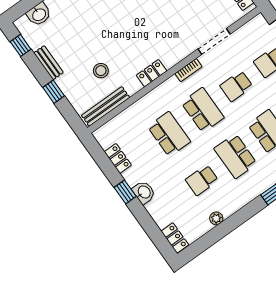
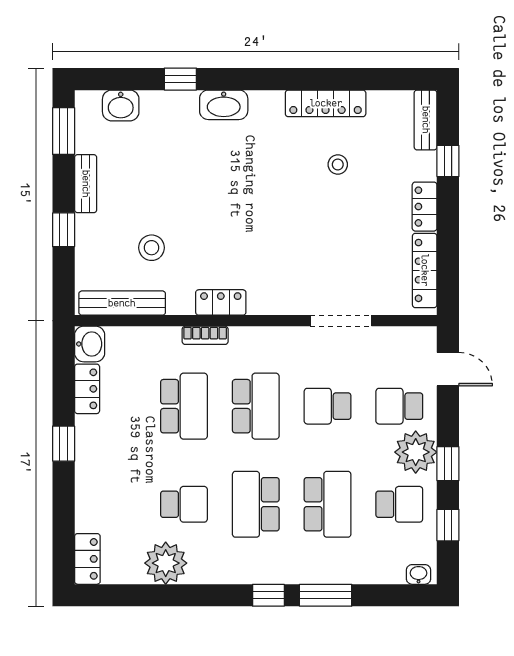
window: (21, 45) -> (64, 131), width x1.50
bookcase: (188, 70) -> (205, 335), moved
school desk: (202, 180) -> (184, 504), turned 180
washbasin: (144, 192) -> (90, 344), moved
plant: (216, 218) -> (166, 563), width x1.88, depth x1.88

